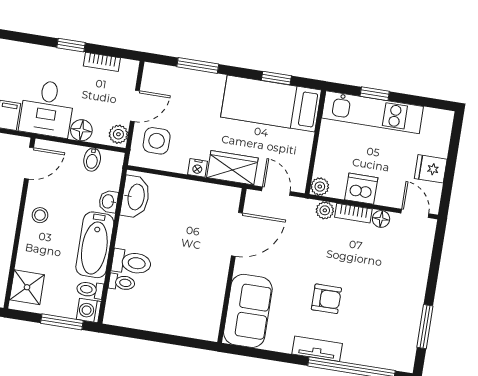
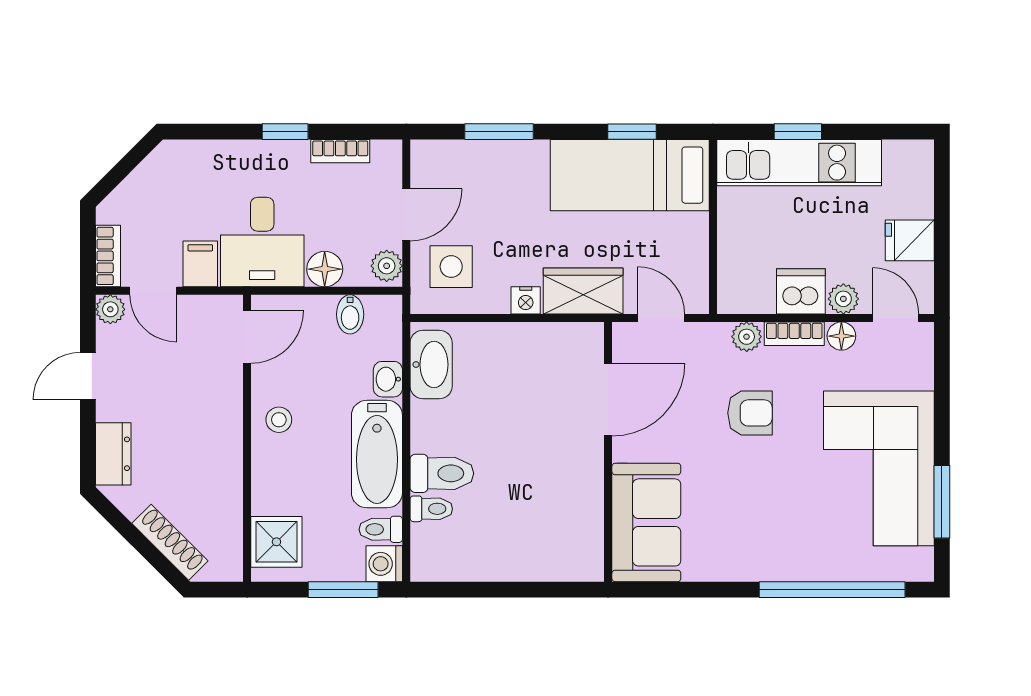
plant: (320, 187) -> (843, 299), moved
armchair: (326, 299) -> (750, 413), moved
corner sofa: (391, 301) -> (879, 468), added
tv unit: (317, 349) -> (770, 567), removed

